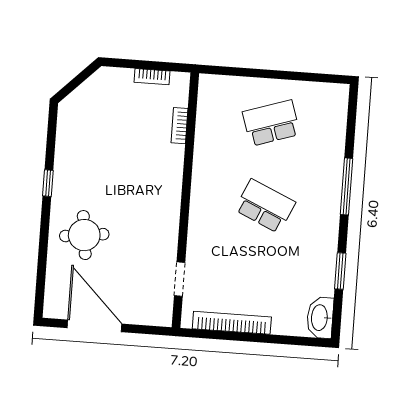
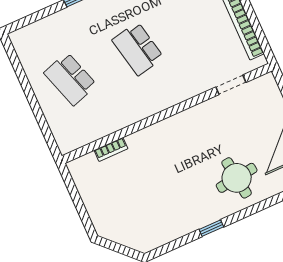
bookcase: (152, 77) -> (84, 192), removed
school desk: (265, 206) -> (138, 49), turned -36

